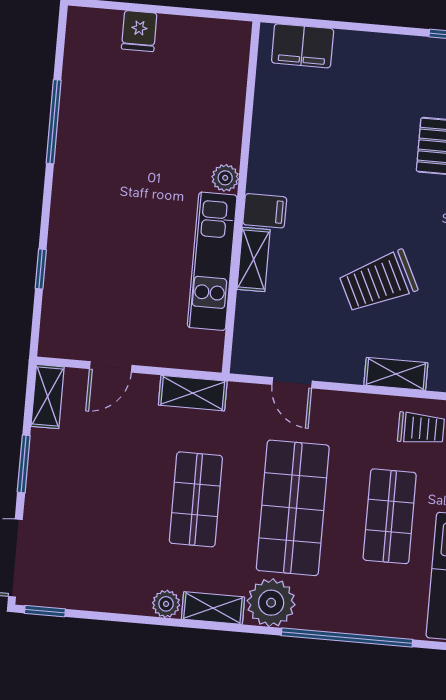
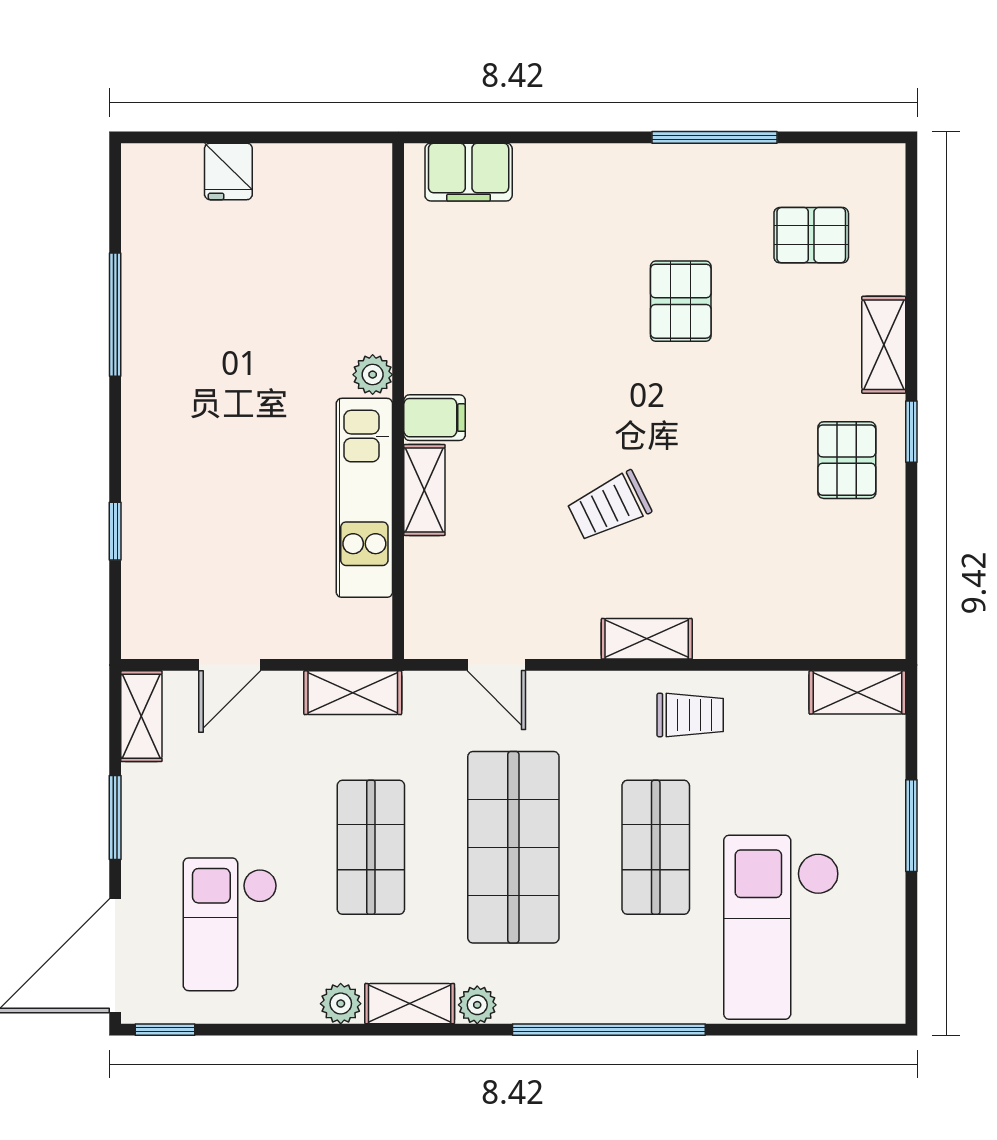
trolley: (378, 282) -> (609, 506), width x0.73, depth x0.72
checkout: (95, 543) -> (230, 924), added
plant: (271, 603) -> (477, 1005), width x0.53, depth x0.53

